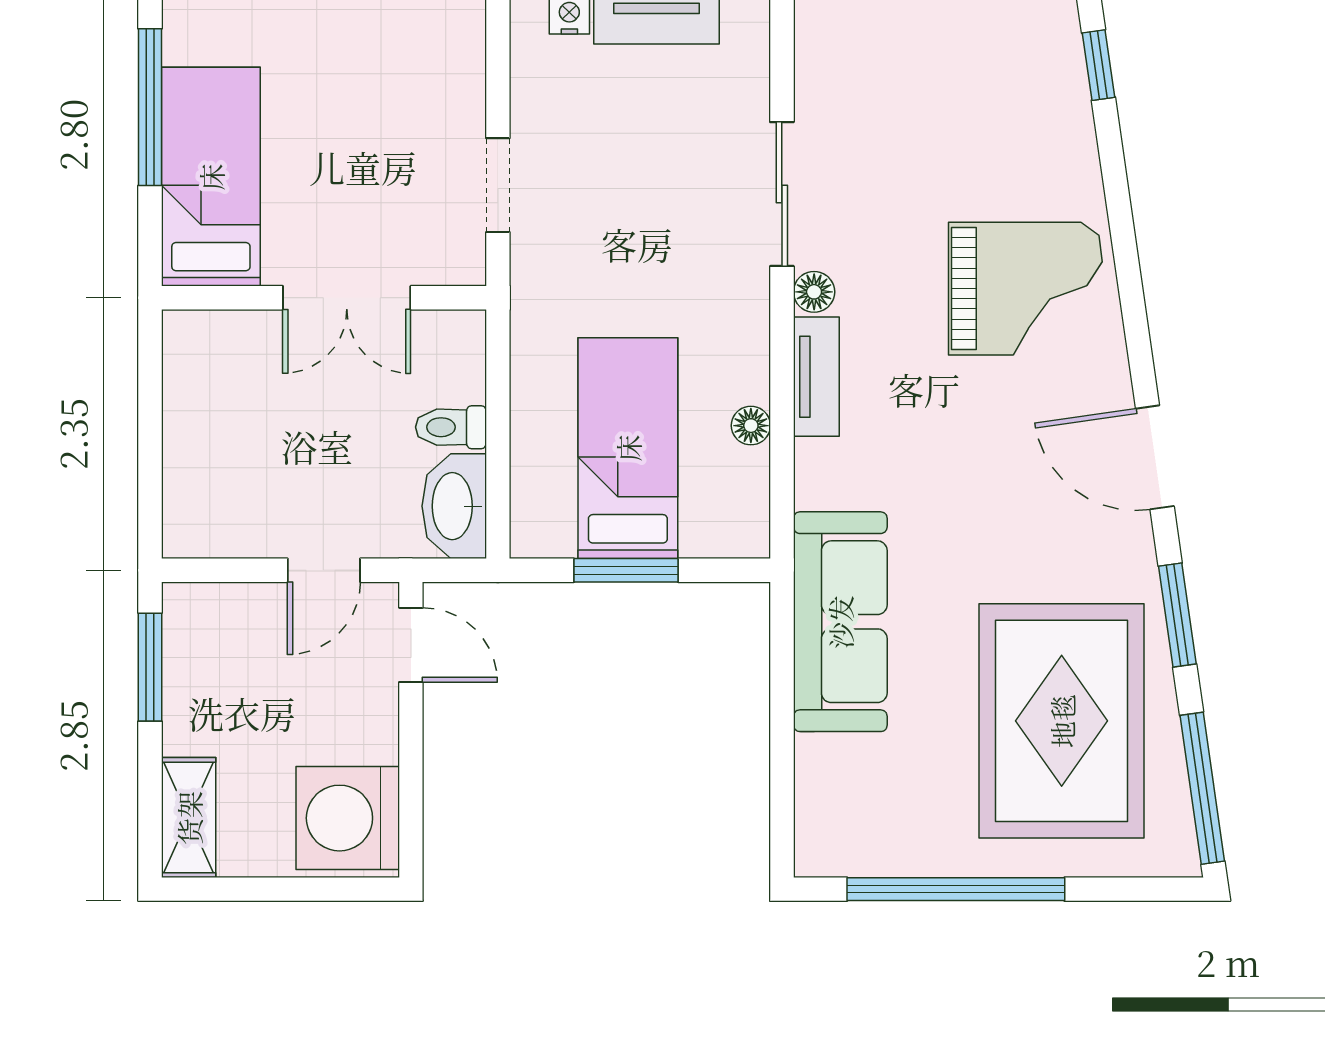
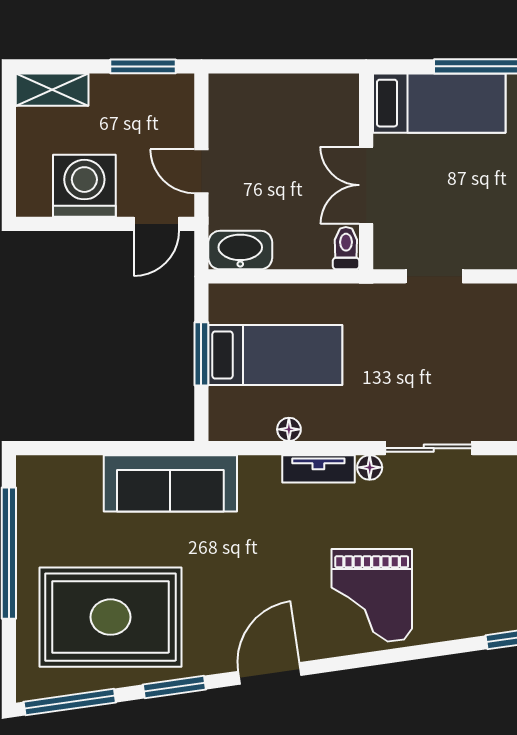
toilet: (451, 427) -> (346, 248), moved
washing machine: (348, 818) -> (84, 186), moved

